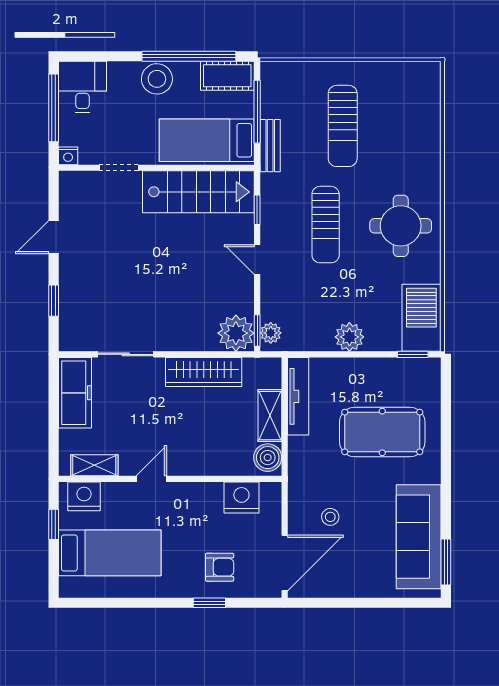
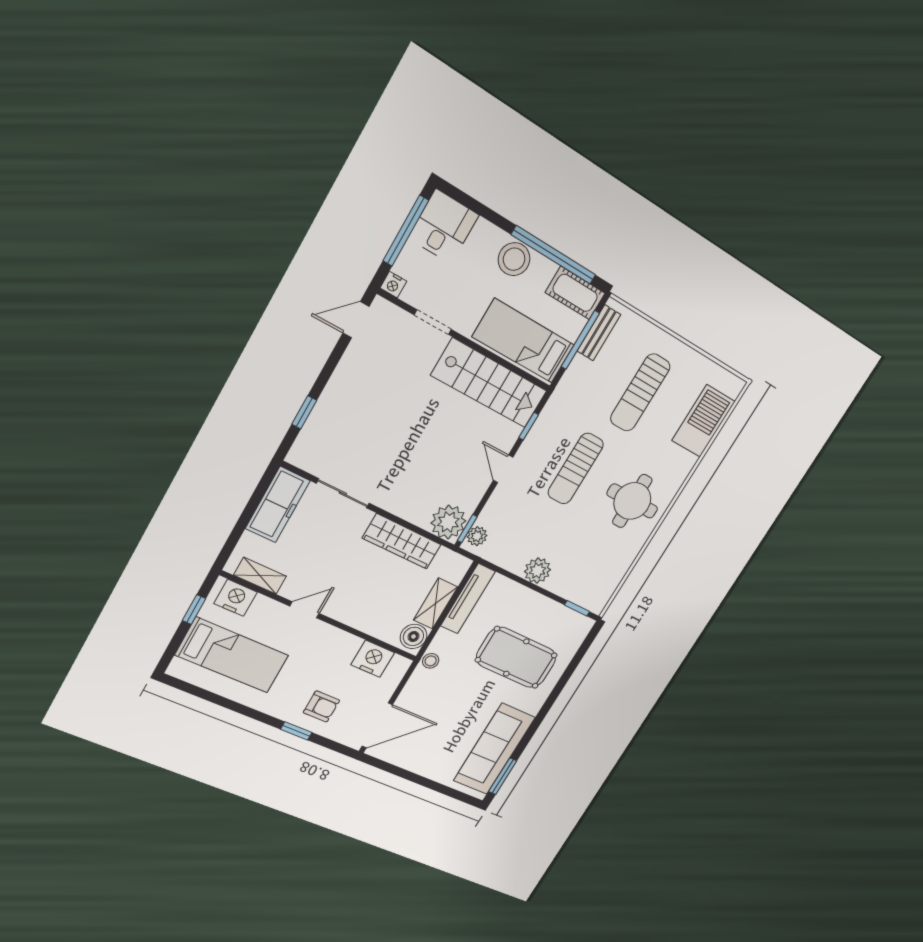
bench: (270, 146) -> (599, 333), moved
door: (54, 237) -> (356, 320), moved
barbecue: (421, 318) -> (703, 421), moved
stool: (330, 517) -> (431, 661), moved

